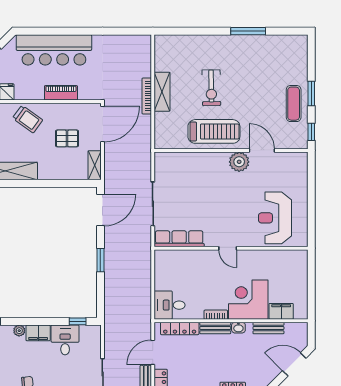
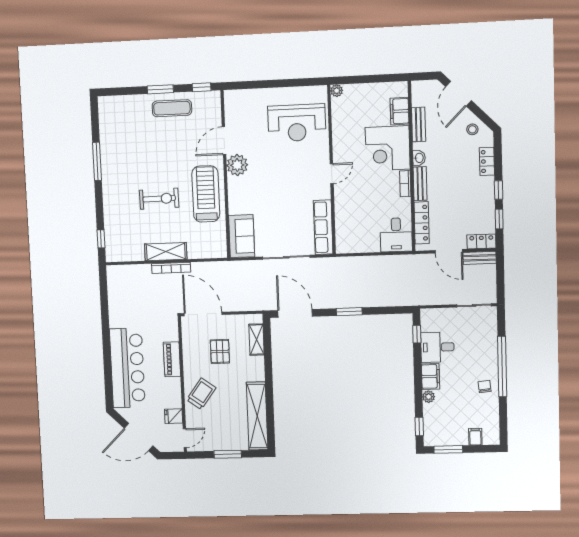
window: (176, 31) -> (101, 239), added
sofa: (174, 163) -> (242, 236), added
shelving: (95, 165) -> (257, 340), moved, turned 90
plant: (302, 255) -> (337, 91), added
stool: (262, 376) -> (472, 129), added

